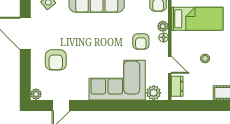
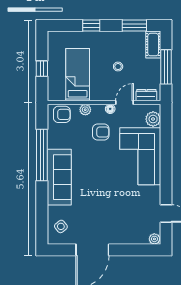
floor lamp: (164, 37) -> (110, 109), moved
armchair: (56, 60) -> (120, 219), removed
window: (205, 105) -> (166, 67), added

